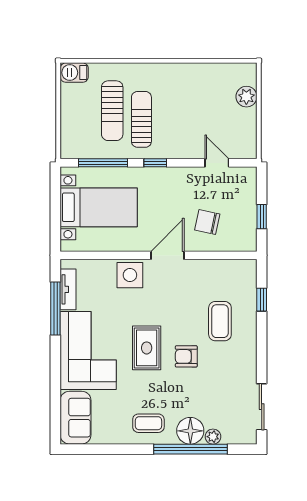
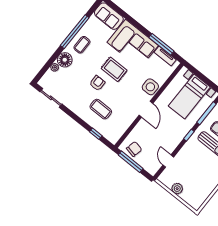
plant: (246, 97) -> (177, 189), moved
door: (217, 163) -> (168, 161), swing flipped
window: (262, 217) -> (131, 162), width x2.17
chair: (207, 222) -> (134, 149), moved
window: (191, 449) -> (75, 32), moved

